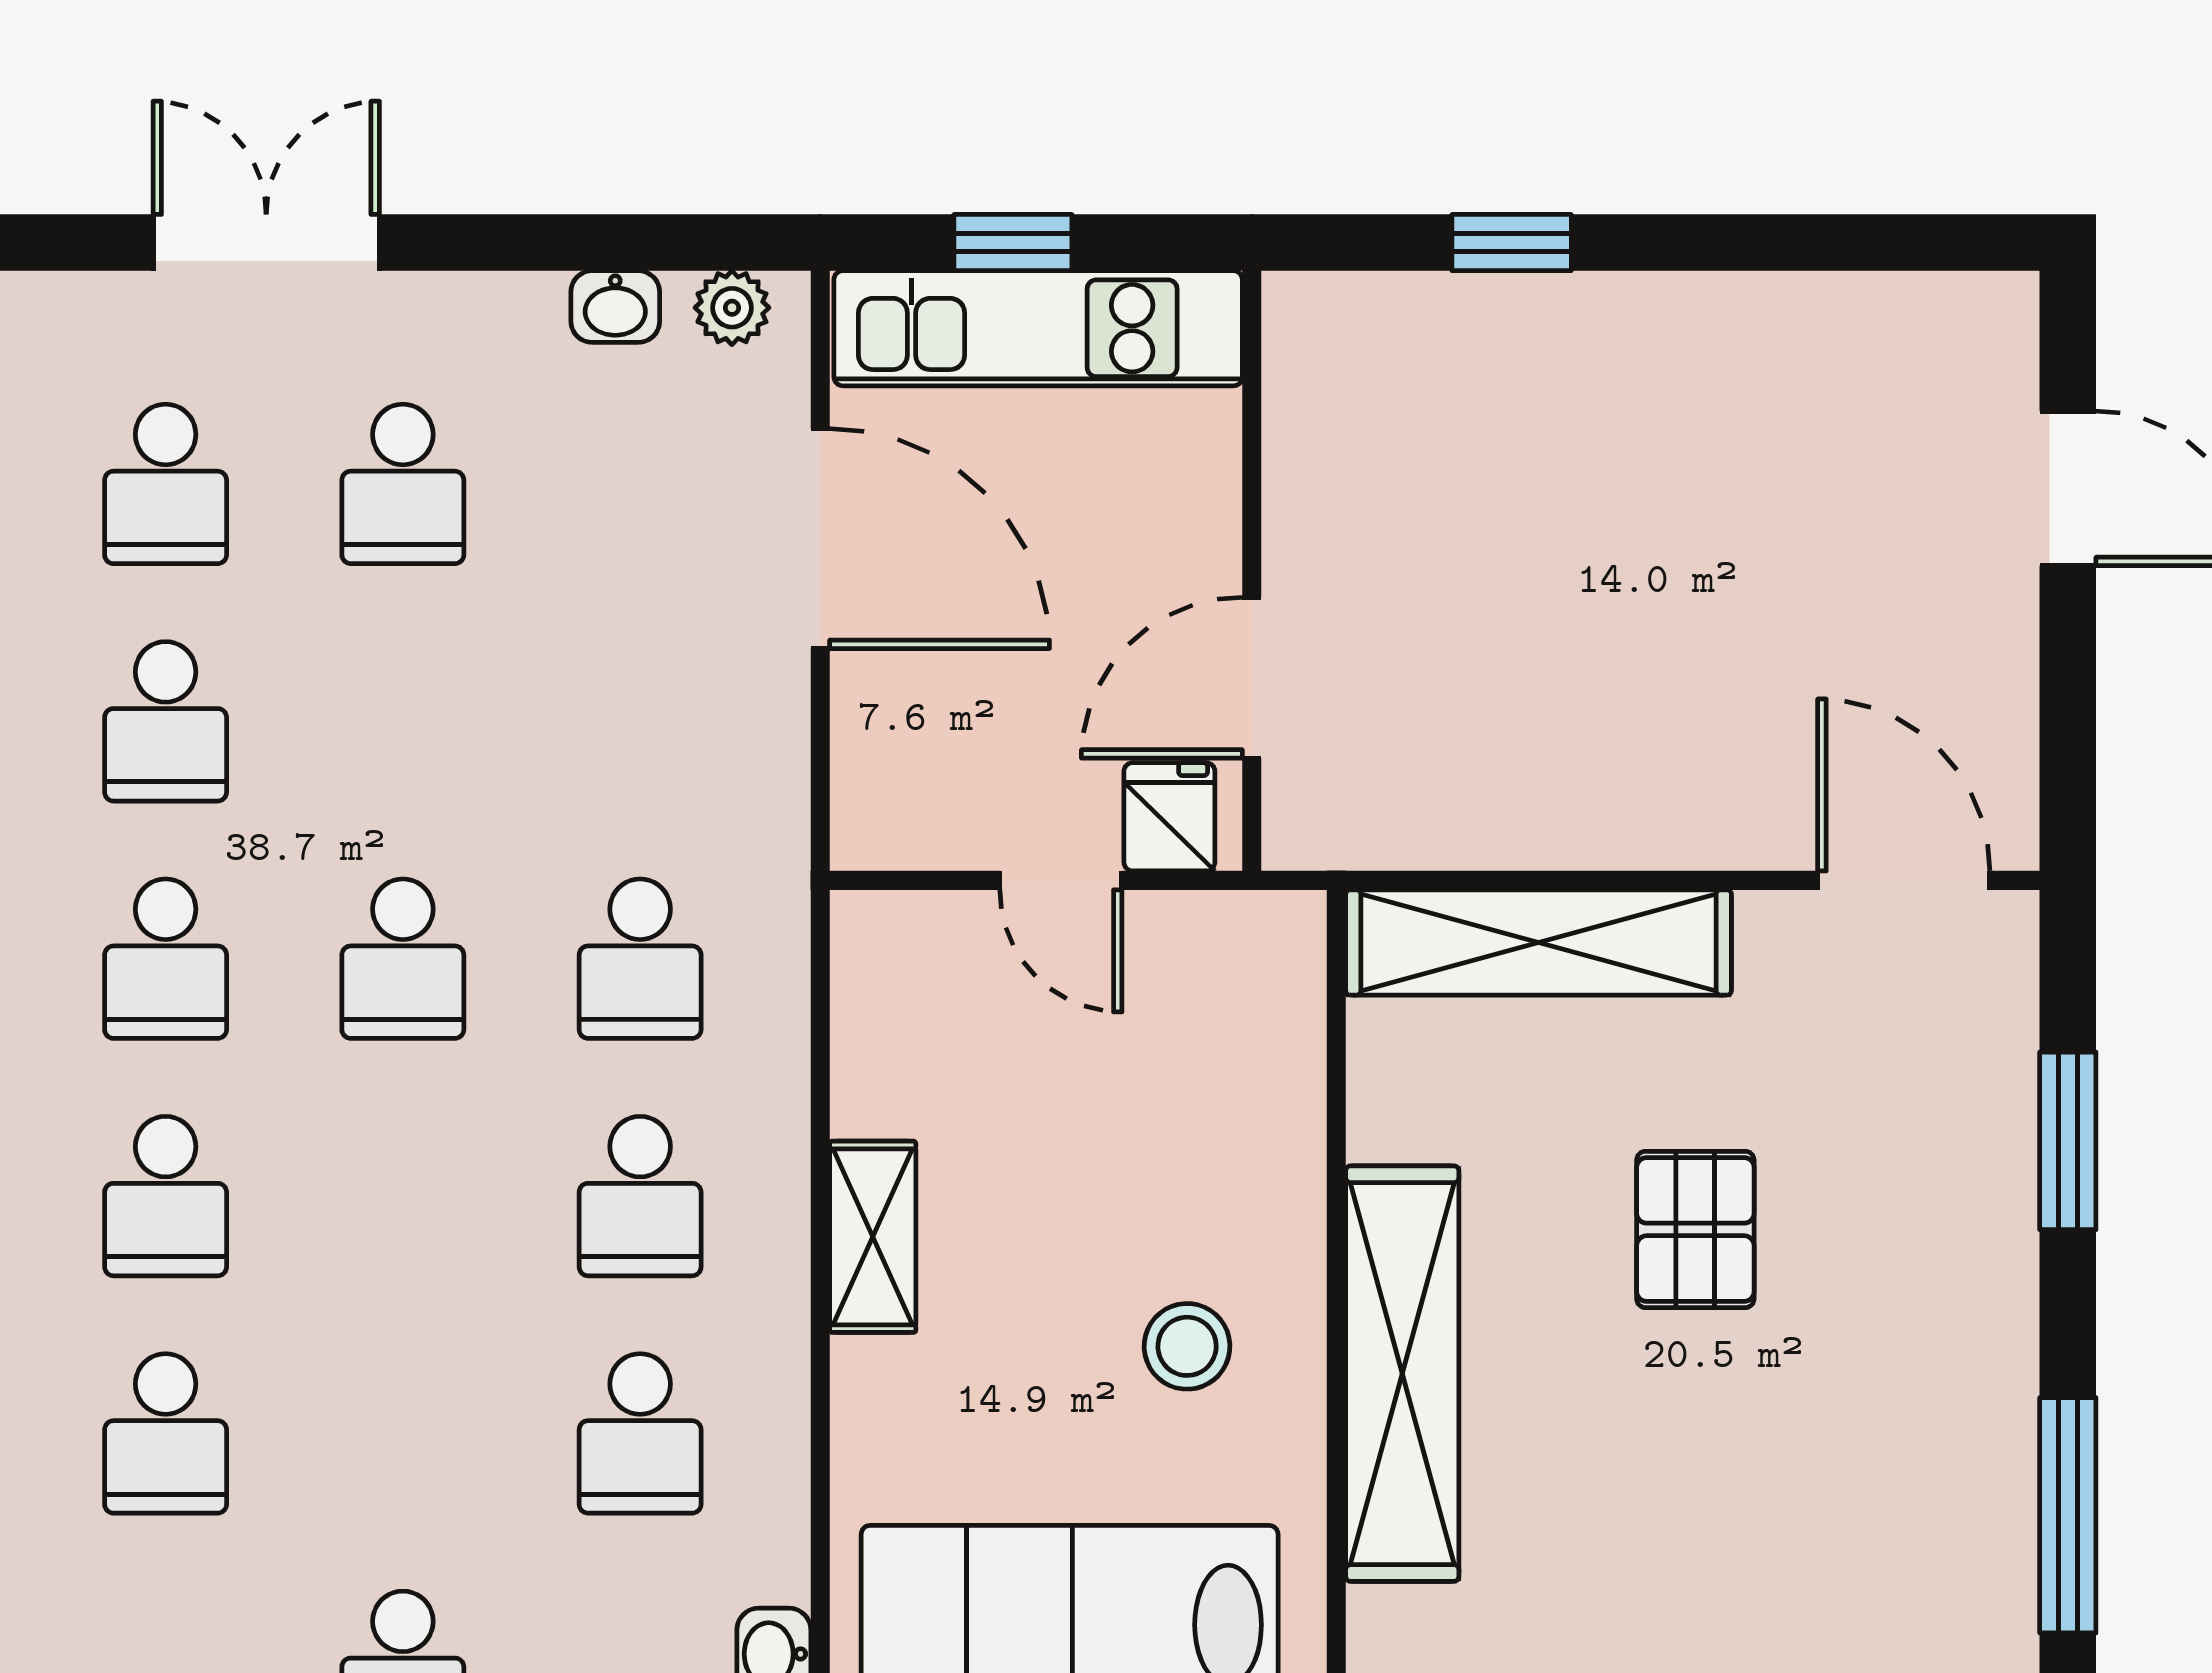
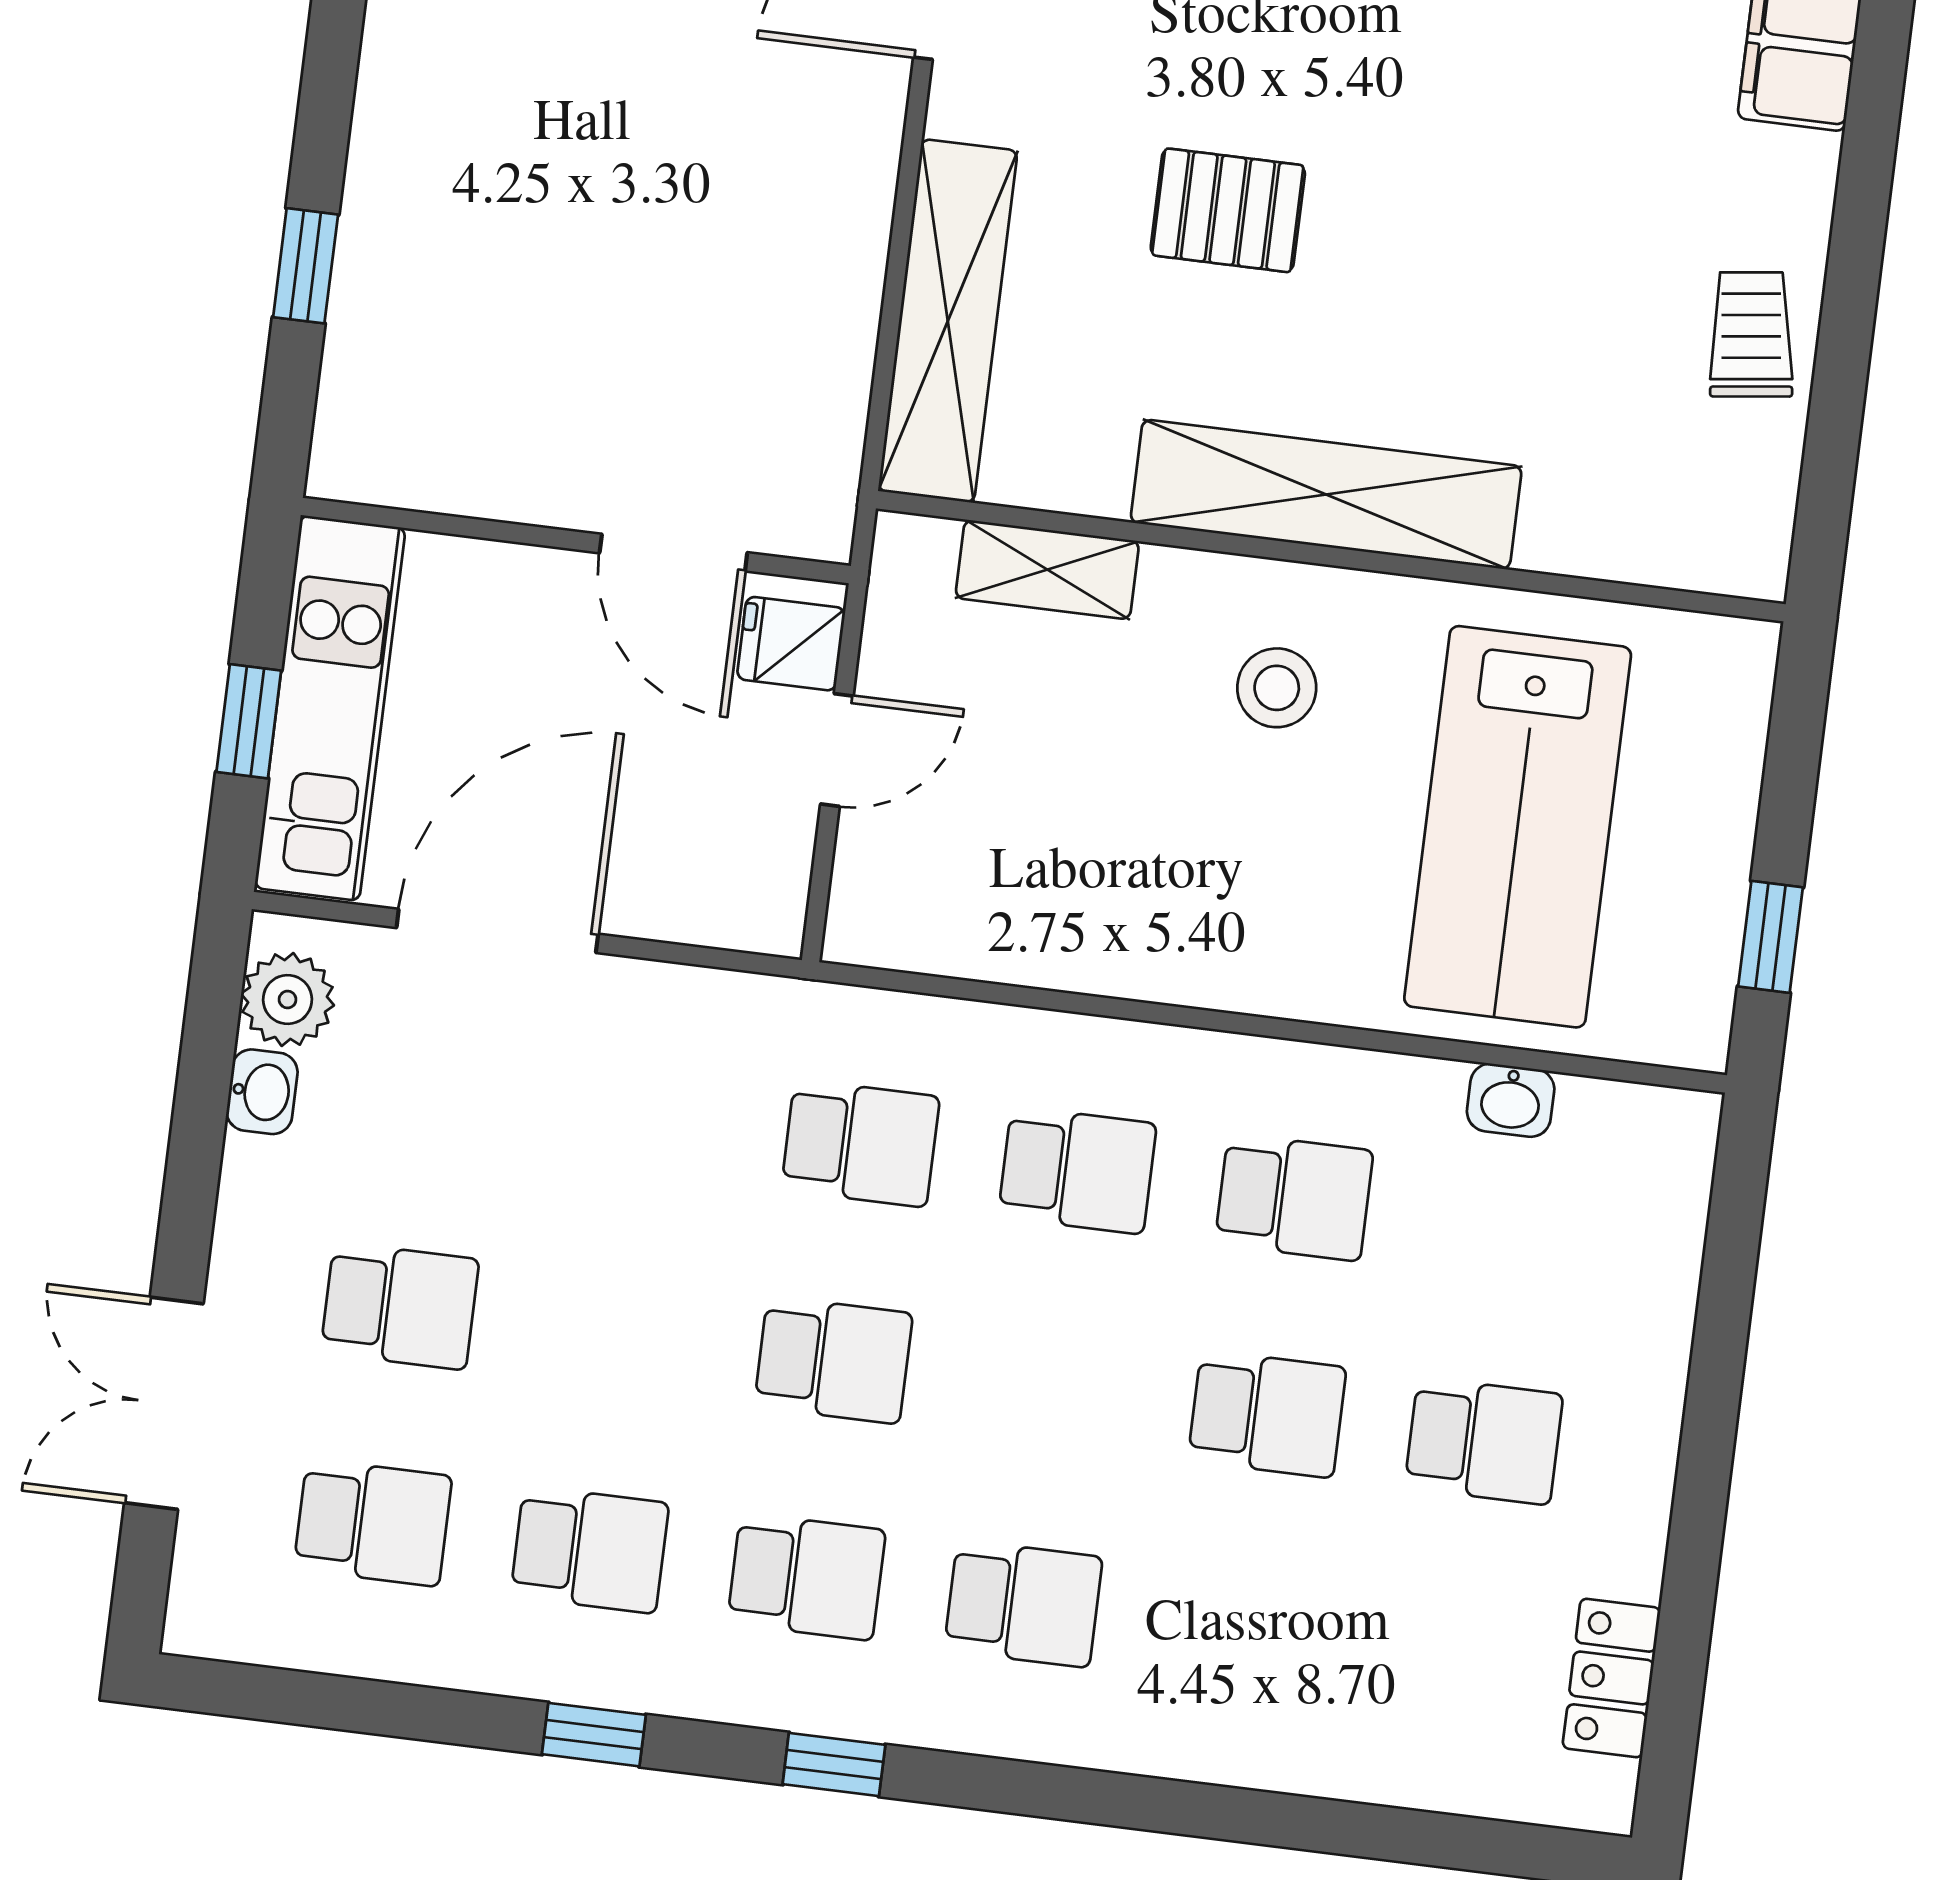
plant: (732, 308) -> (288, 1000), width x1.38, depth x1.38
shelving: (873, 1237) -> (1047, 570), moved
school desk: (166, 1433) -> (1267, 1414), moved

